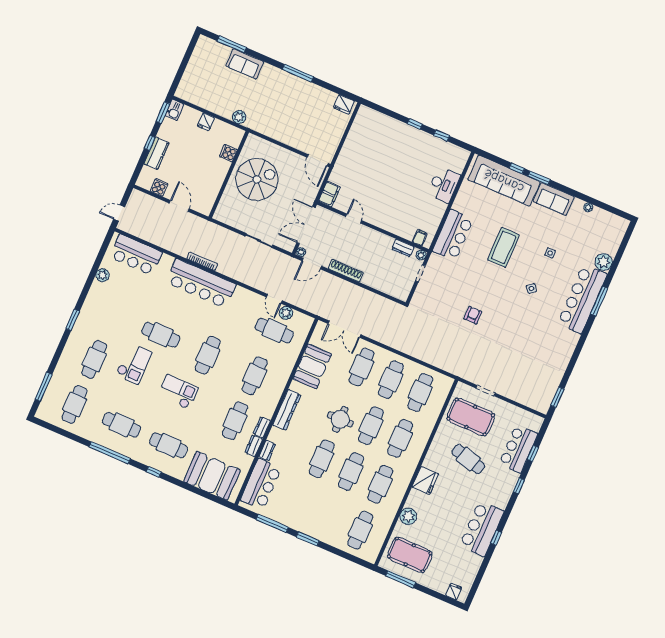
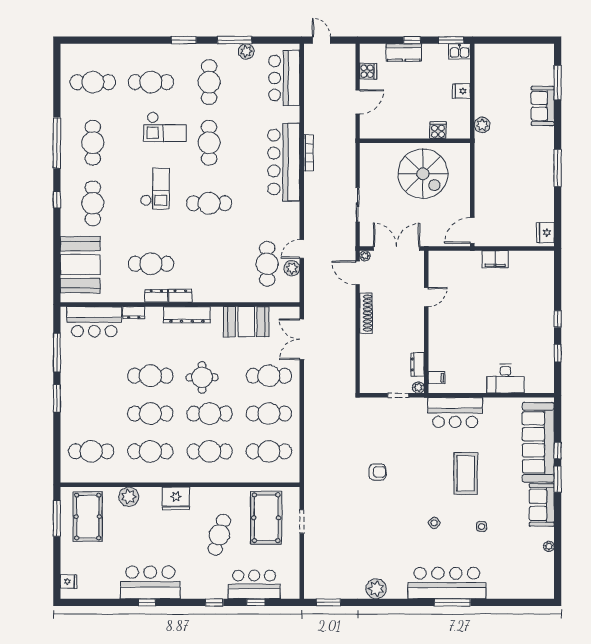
filing cabinet: (329, 194) -> (495, 259), moved
coffee table: (504, 247) -> (466, 473), turned 90
plant: (604, 262) -> (376, 589), moved
cafe table: (255, 376) -> (209, 82), moved, turned 90
window: (44, 387) -> (235, 40), moved
dresser: (254, 446) -> (180, 296), moved

